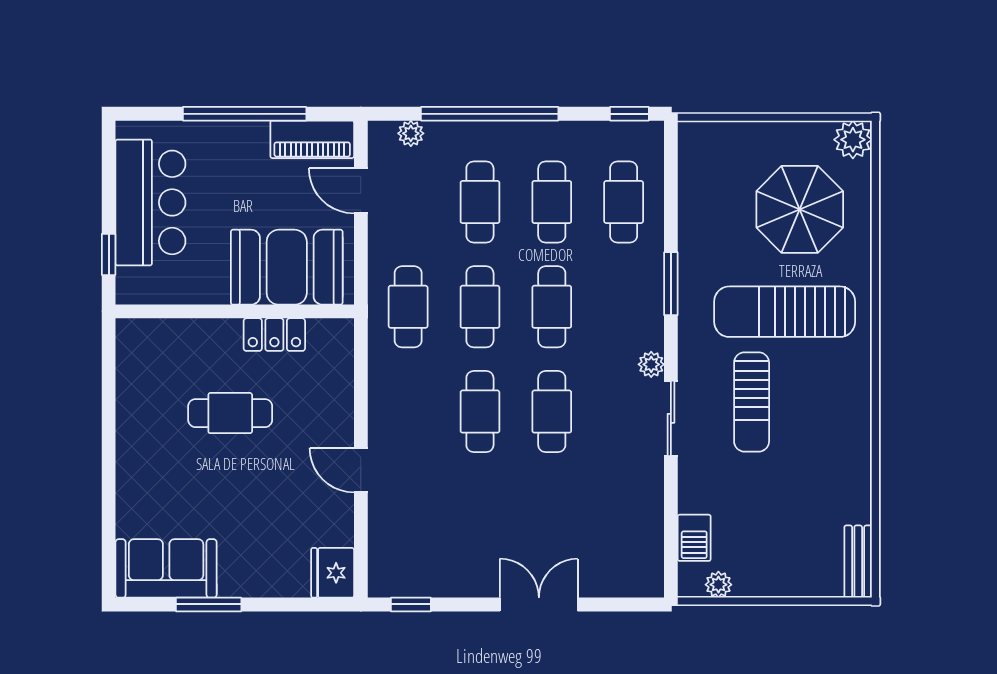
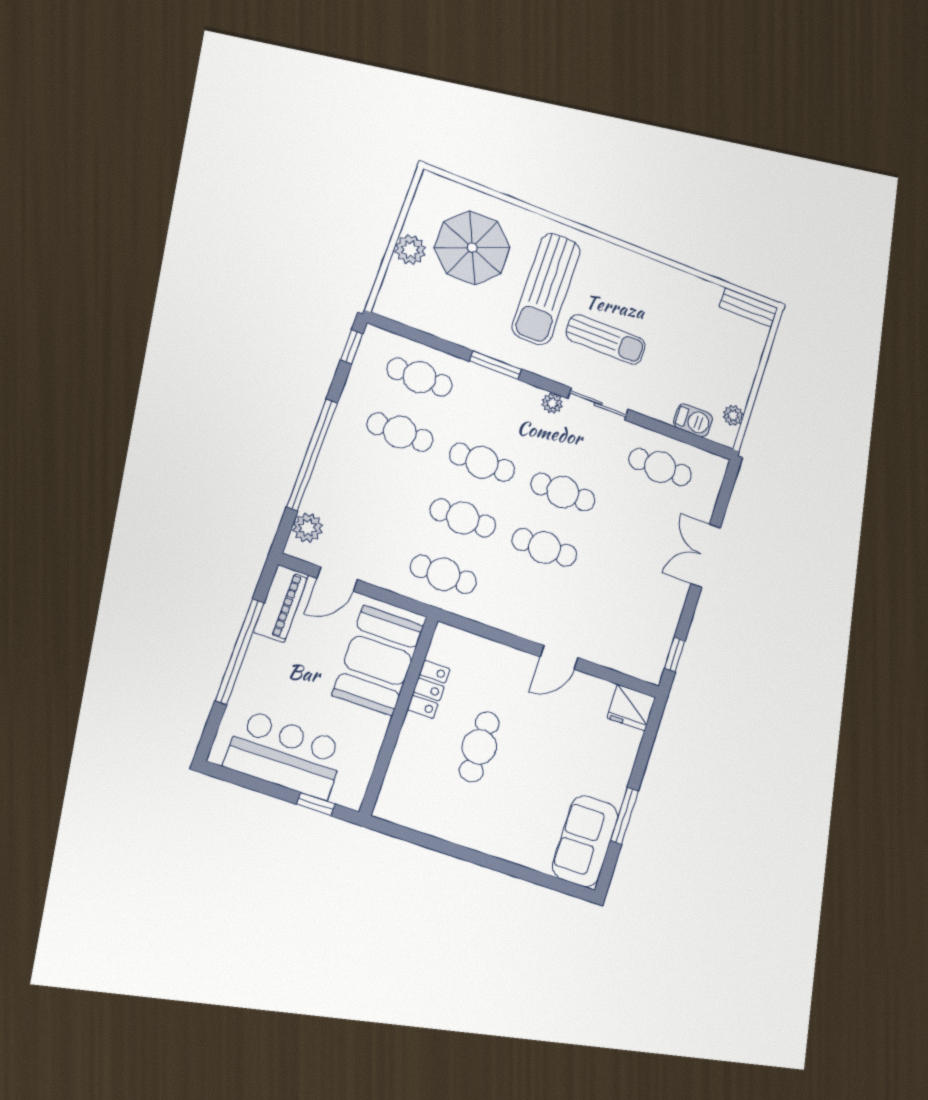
plant: (411, 133) -> (308, 528), width x1.38, depth x1.38
plant: (853, 140) -> (410, 250), moved
cafe table: (480, 202) -> (660, 467), moved

